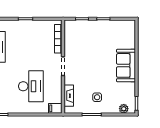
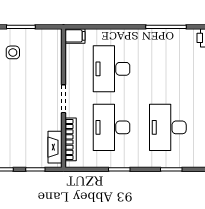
desk: (31, 47) -> (112, 127), added
fireplace: (69, 96) -> (55, 147), moved

